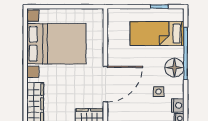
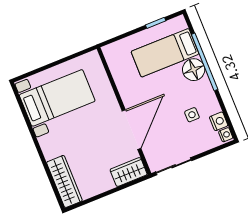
bed with nightstands: (56, 44) -> (57, 98), width x0.73
floor lamp: (174, 68) -> (194, 70), moved

